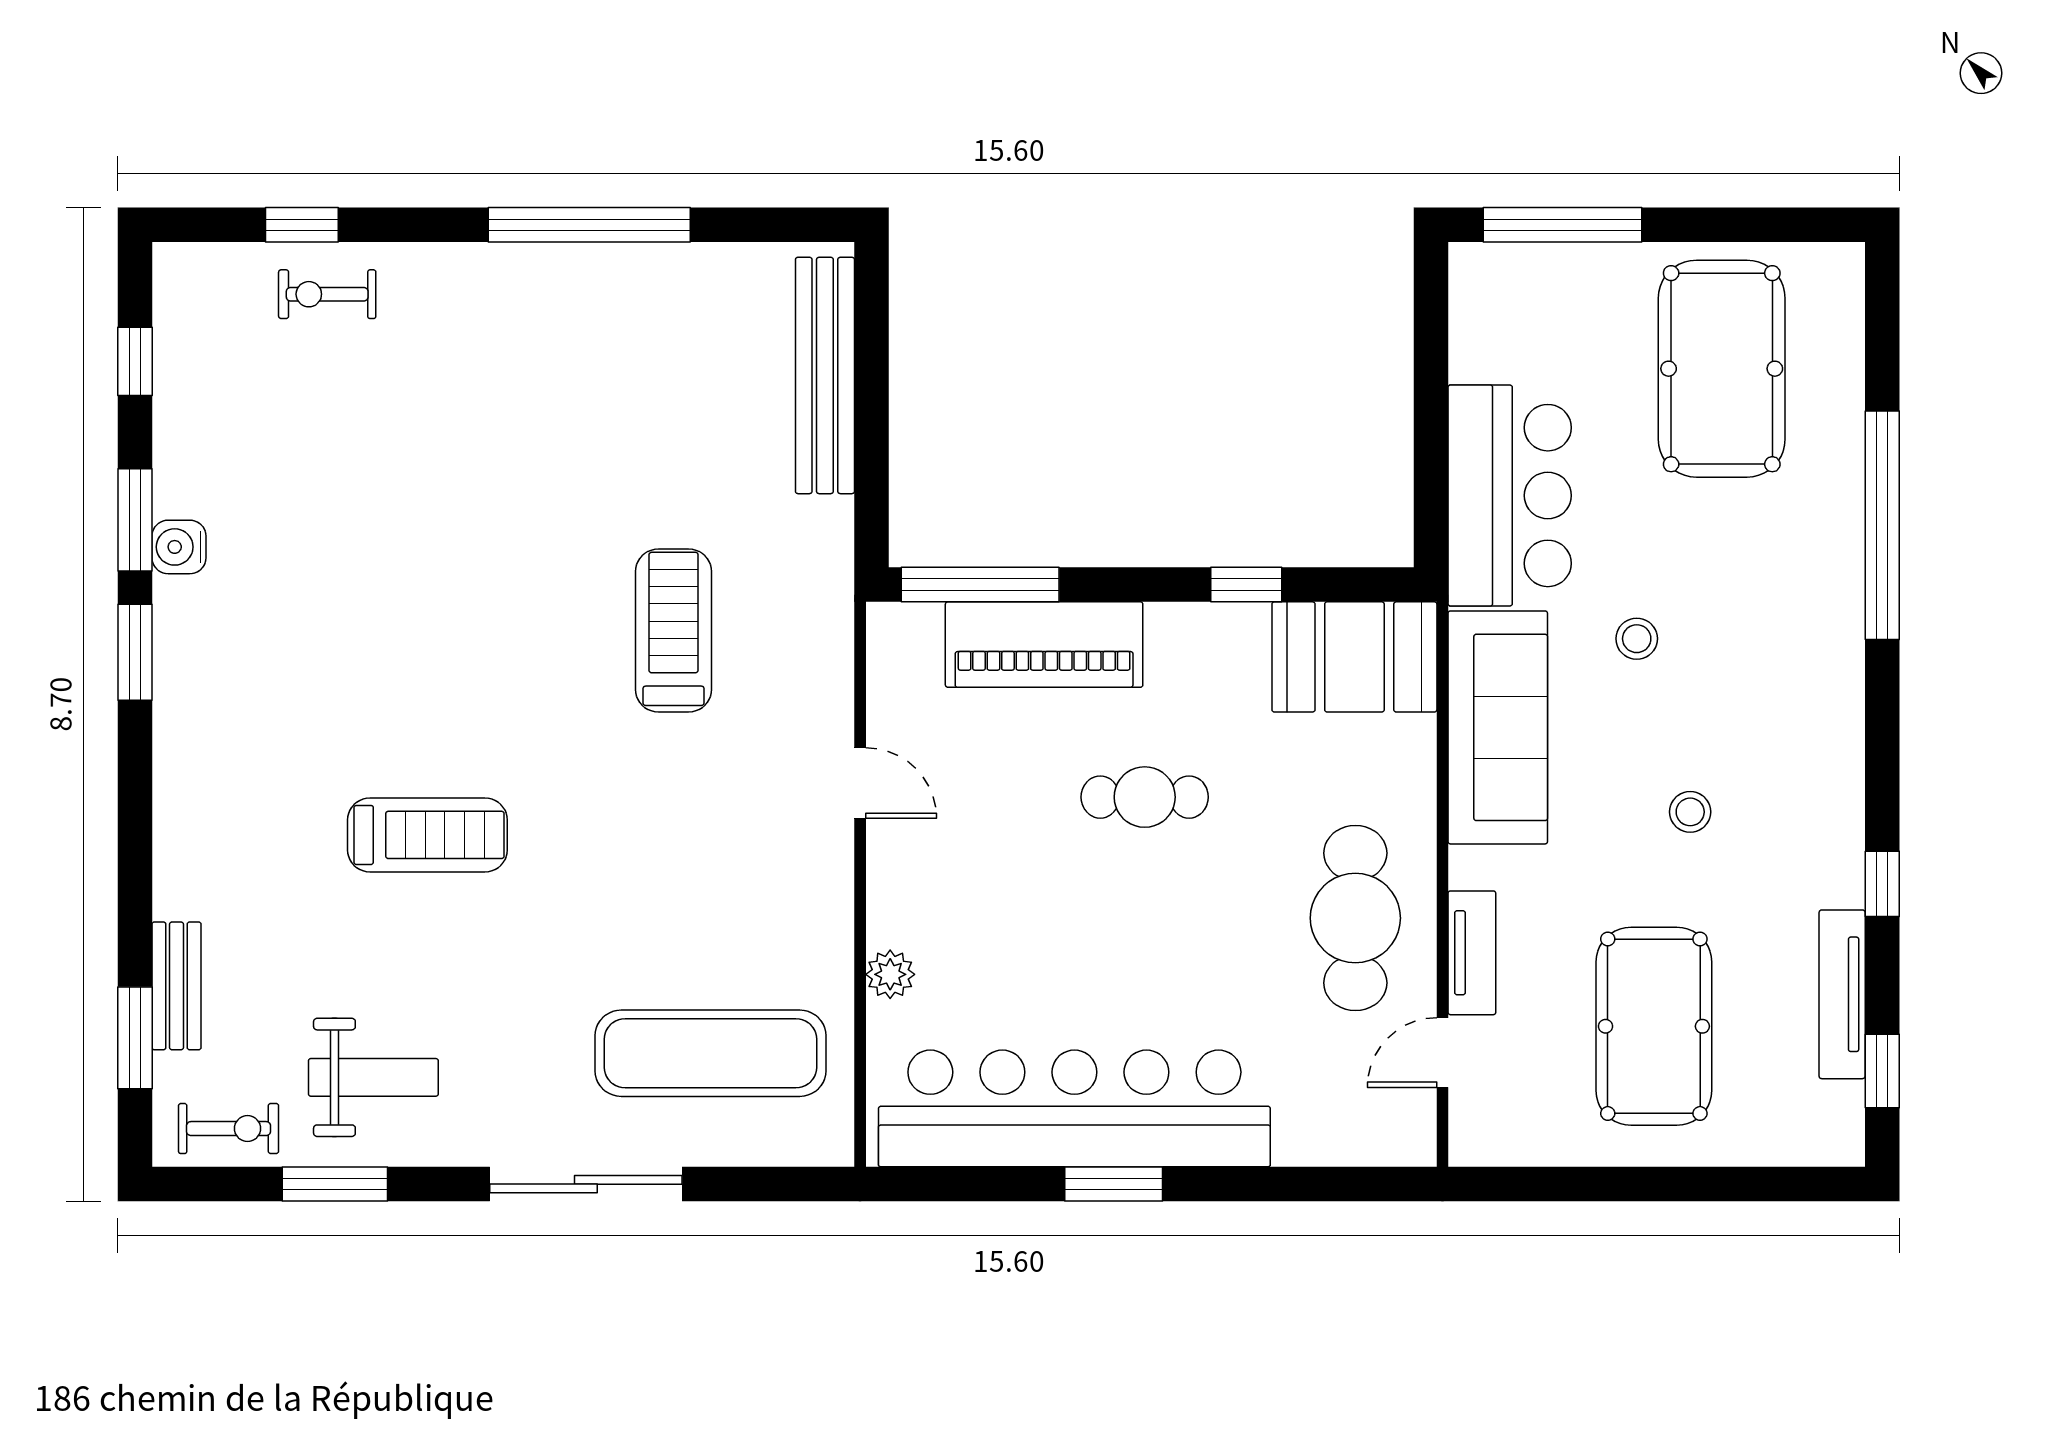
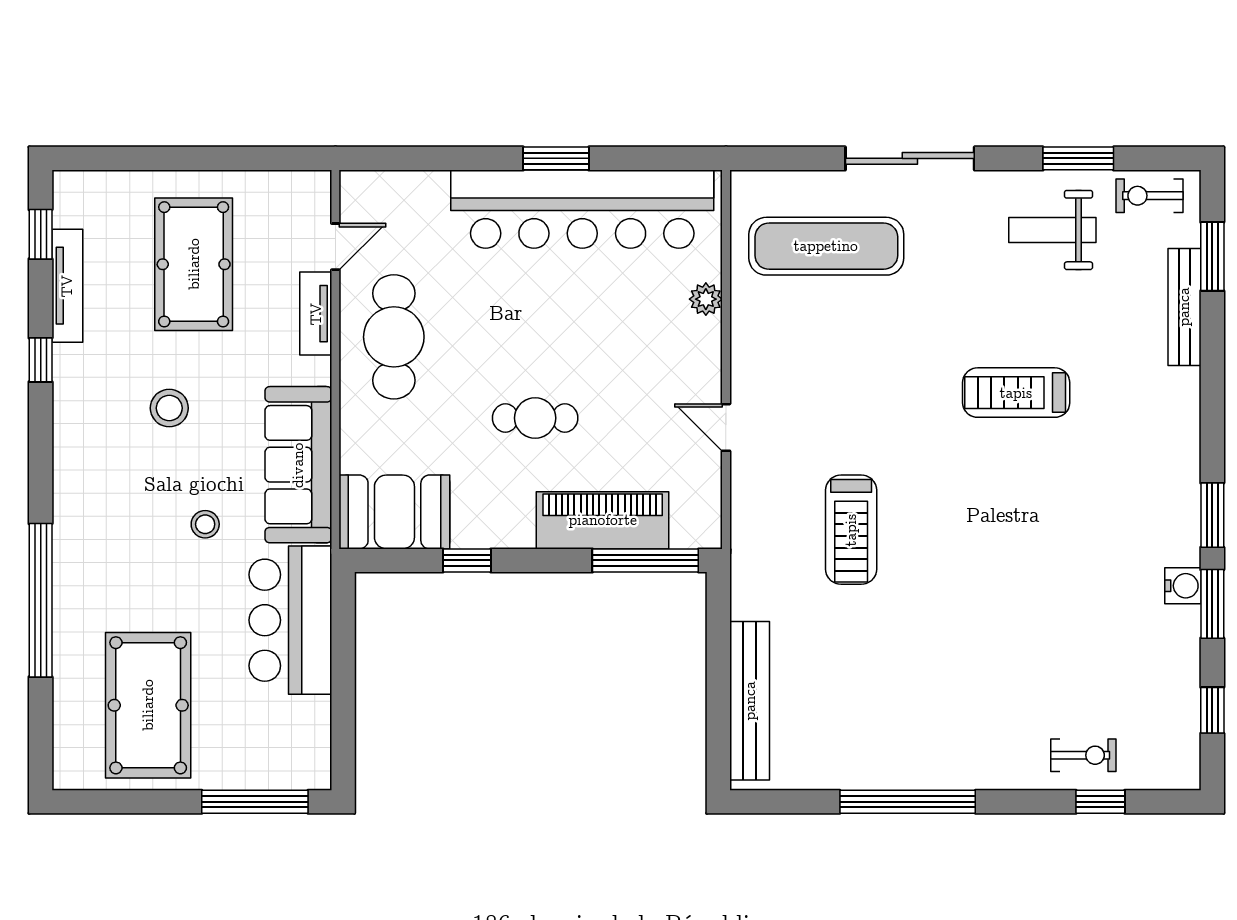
stool: (1690, 812) -> (169, 408), width x1.37, depth x1.37
bench: (177, 986) -> (1184, 307), width x1.36

